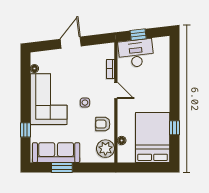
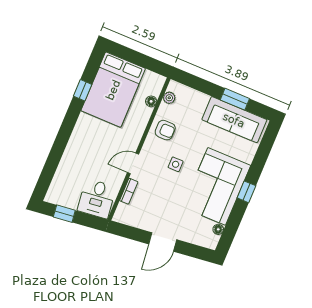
window: (138, 35) -> (64, 214), moved
desk: (136, 53) -> (97, 199), width x0.73
door: (116, 90) -> (133, 163), hinge flipped
window: (25, 130) -> (246, 192), moved
plant: (105, 149) -> (169, 98), width x0.53, depth x0.53

